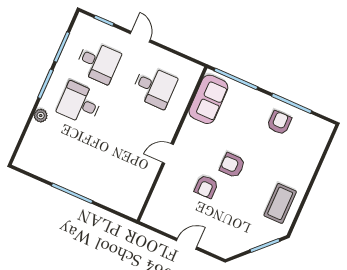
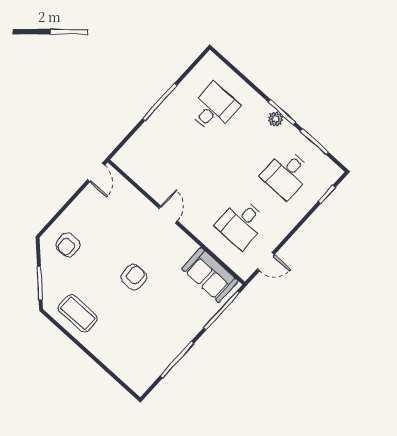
door: (140, 37) -> (266, 262), moved
desk: (80, 103) -> (214, 108), moved
plant: (41, 116) -> (276, 119), moved
armchair: (279, 123) -> (161, 340), removed
armchair: (206, 187) -> (68, 245), moved, turned -90
door: (187, 244) -> (96, 173), moved

